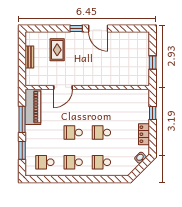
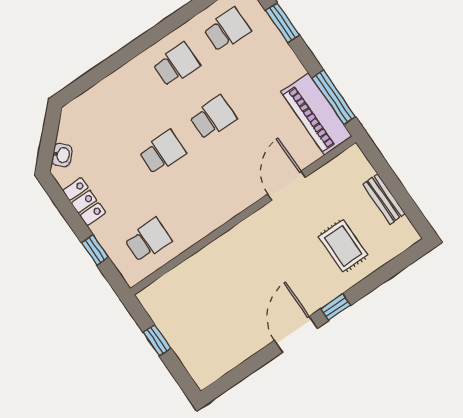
door: (98, 29) -> (296, 334), hinge flipped
window: (22, 119) -> (334, 97), moved
school desk: (101, 162) -> (148, 240), moved

